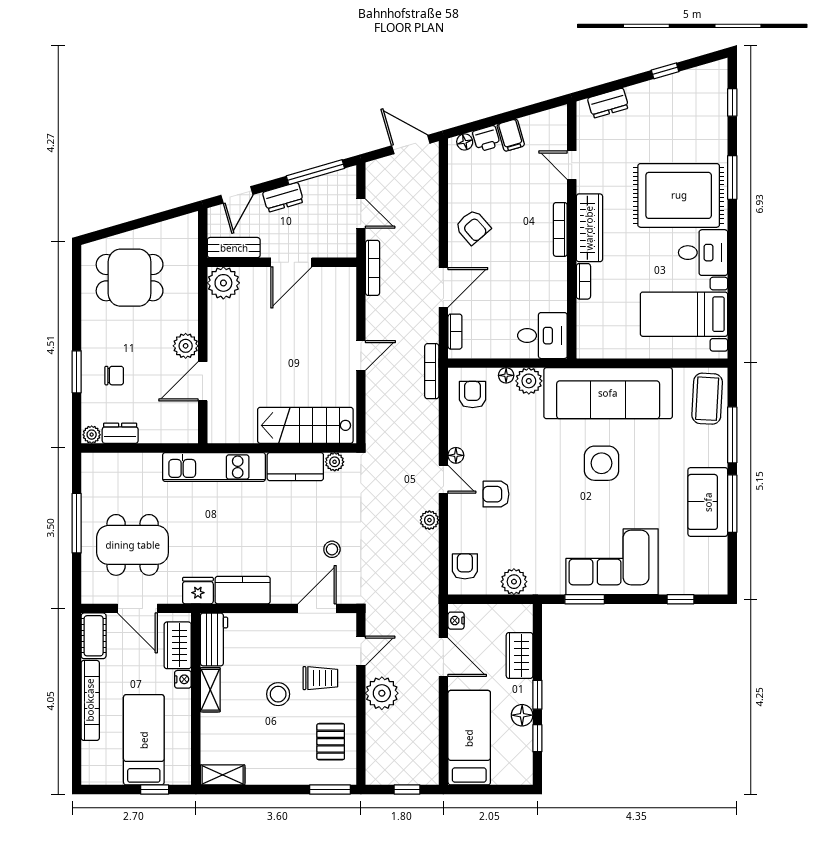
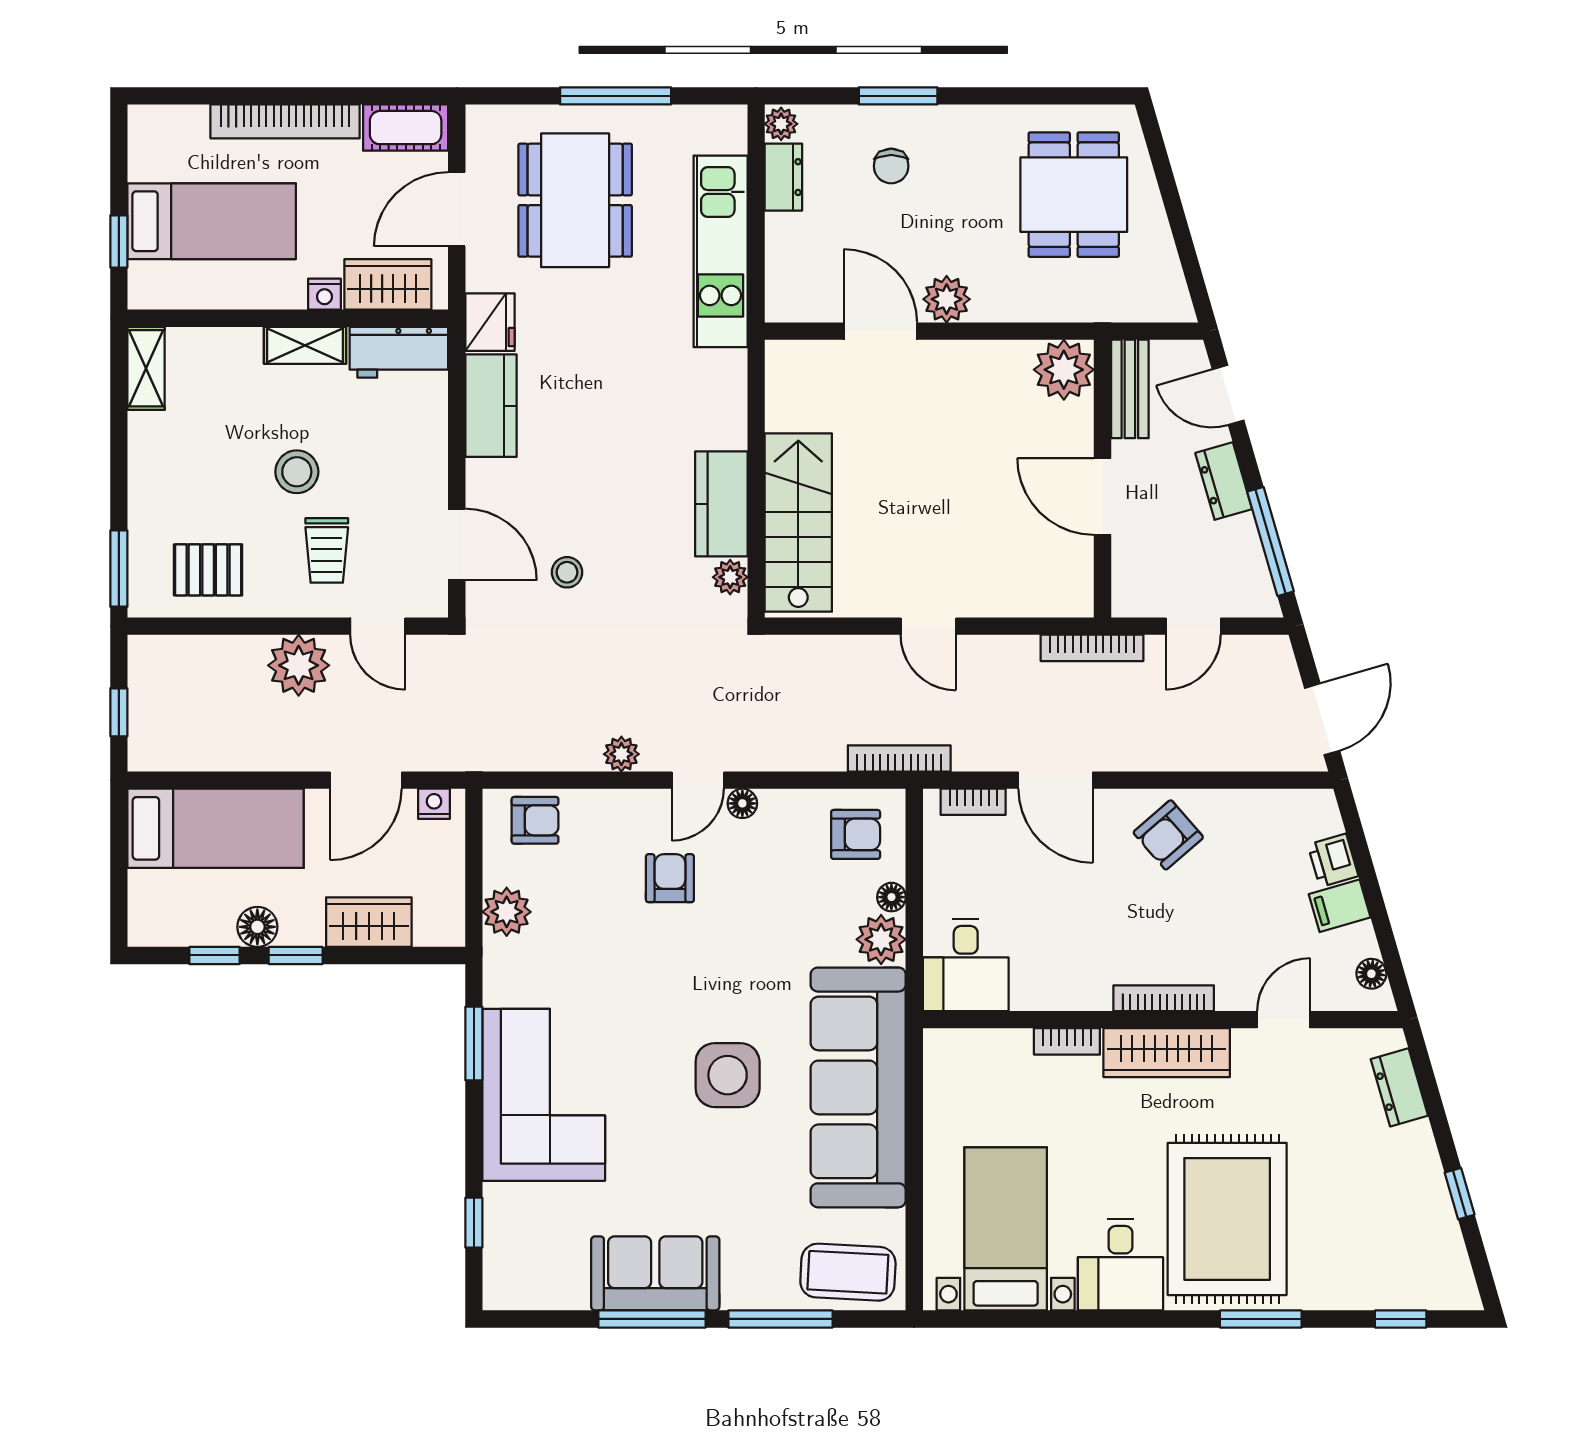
floor lamp: (465, 142) -> (1371, 974), moved
kitchen unit: (214, 467) -> (721, 251), moved

